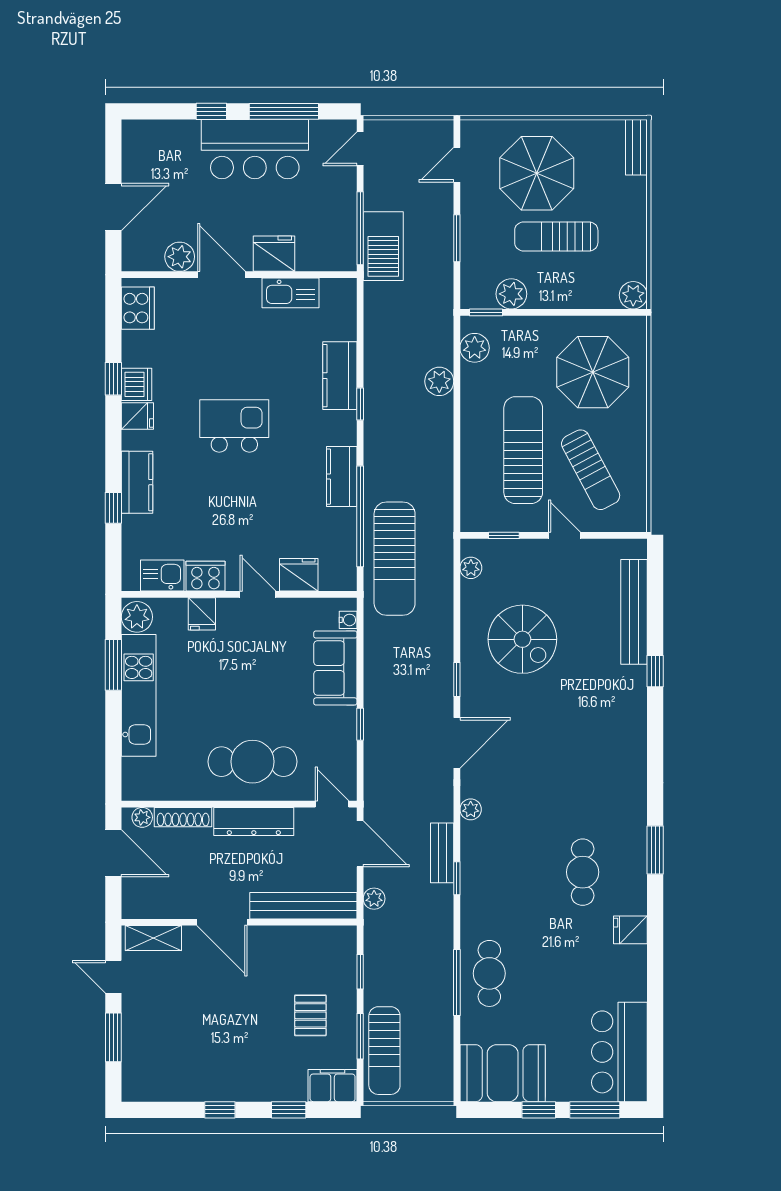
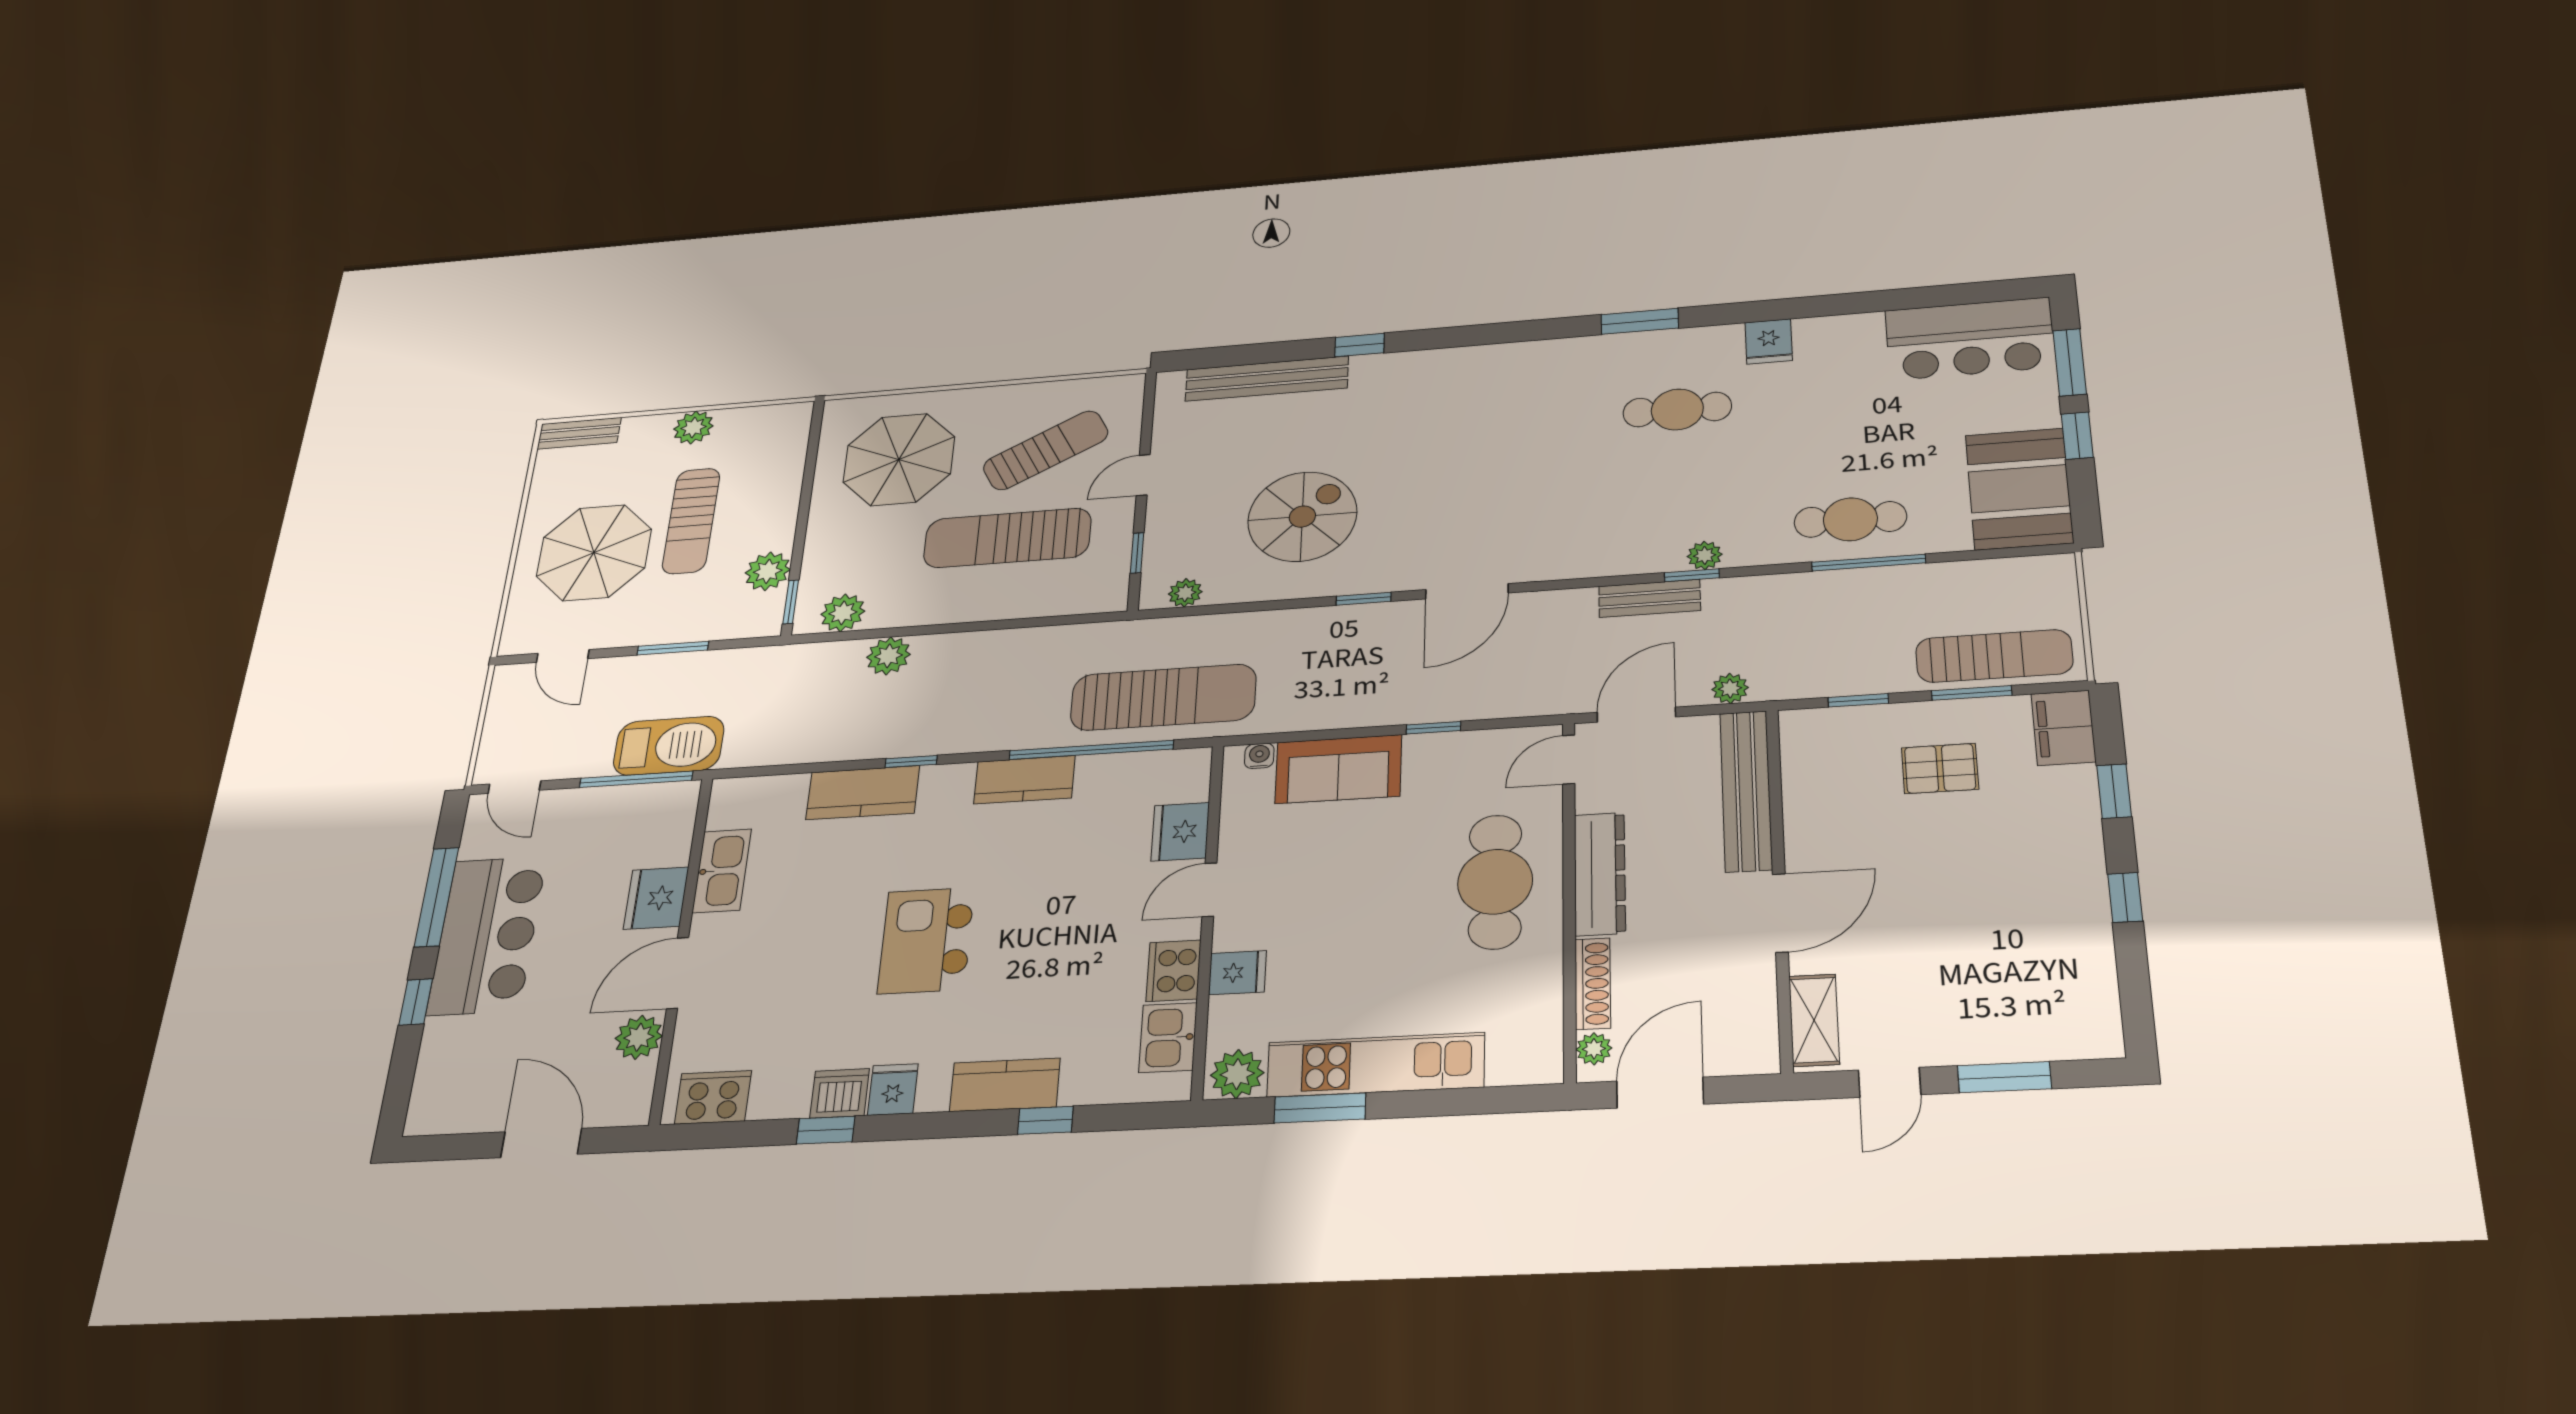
plant: (633, 295) -> (693, 427), moved
door: (457, 743) -> (1467, 591), swing flipped
plant: (471, 809) -> (1705, 555), moved

